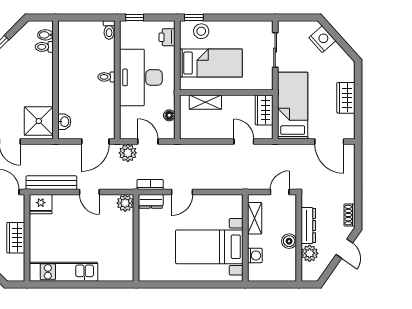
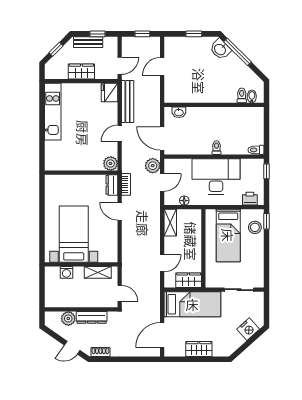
shelving: (205, 102) -> (170, 223), moved
shower: (39, 121) -> (179, 91), removed
boiler: (289, 241) -> (78, 301), removed

